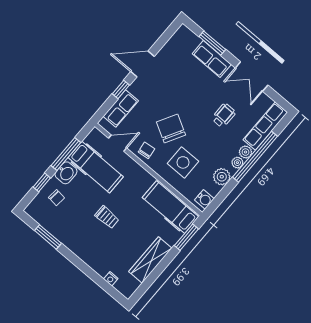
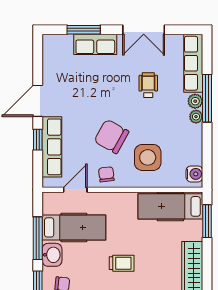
row of seats: (121, 108) -> (52, 147), width x1.48
window: (255, 157) -> (207, 98), width x0.68
plant: (222, 177) -> (193, 141), removed

